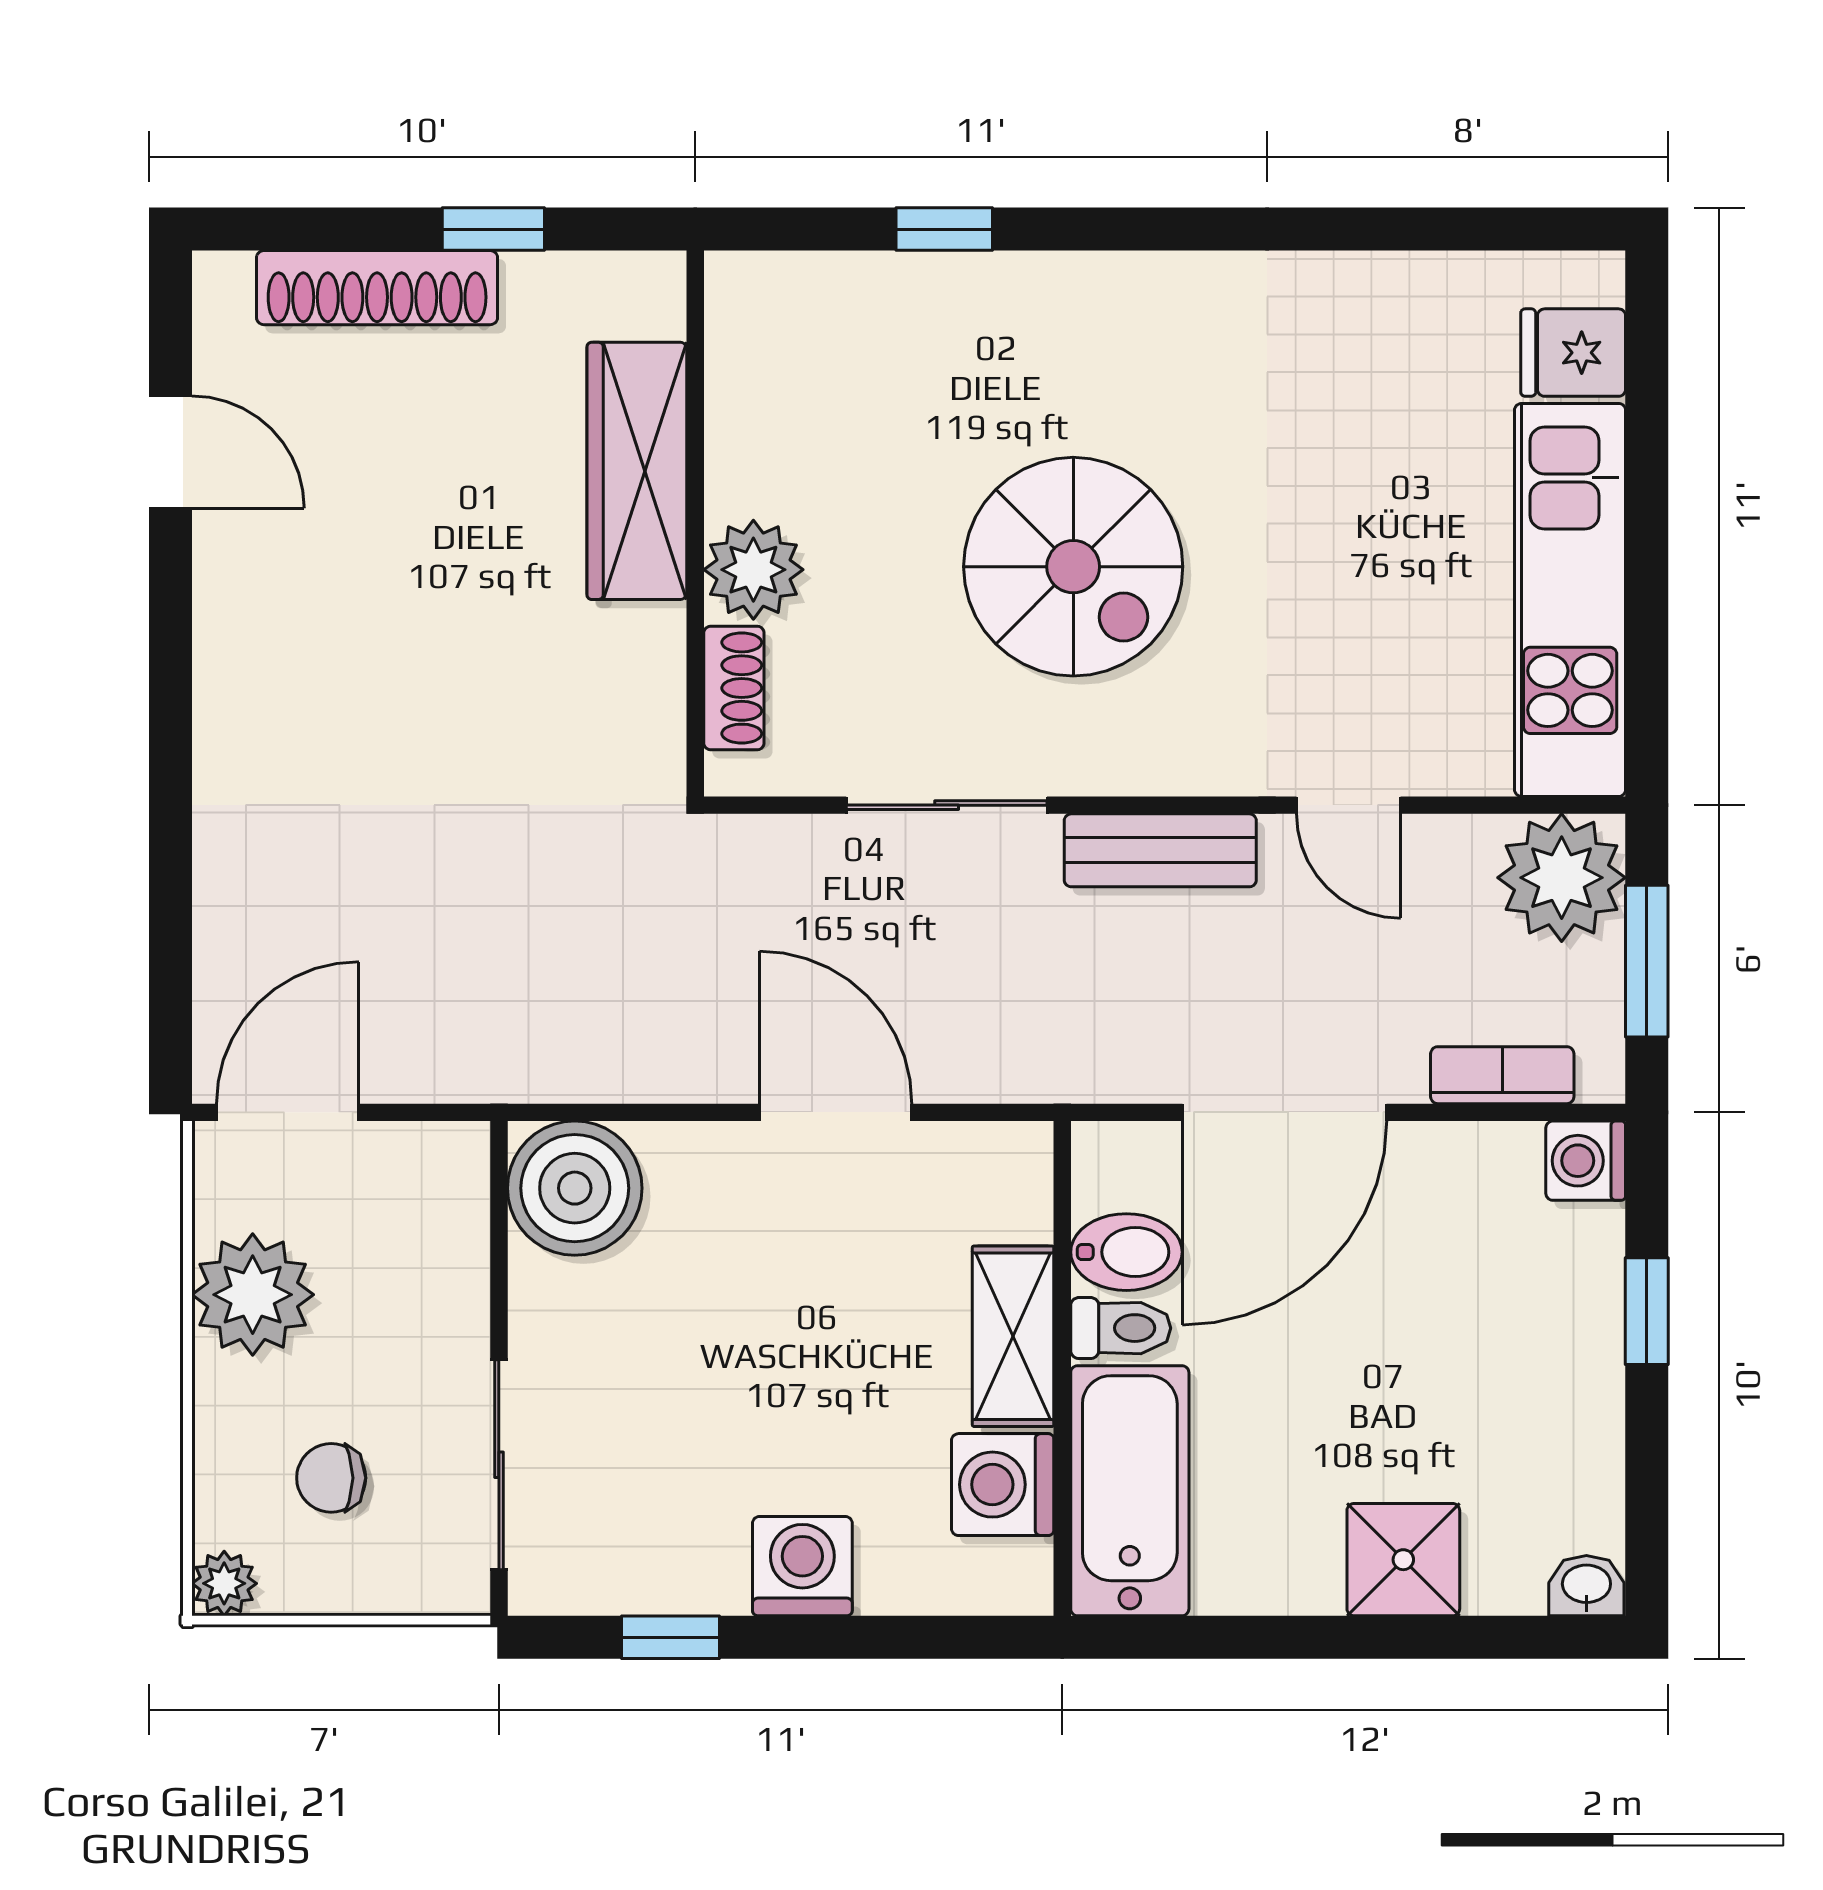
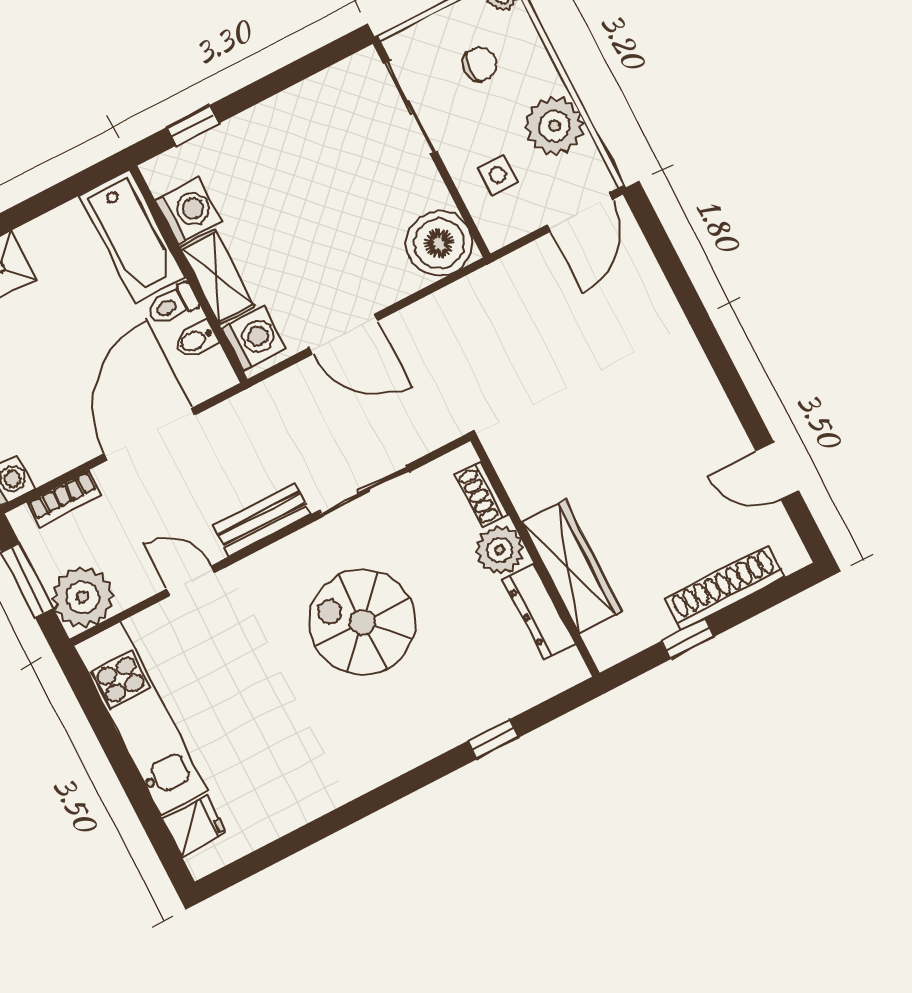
dresser: (740, 420) -> (539, 611), added
bidet: (1126, 1252) -> (196, 340), width x0.72, depth x0.74
side table: (403, 1258) -> (498, 175), added
washing machine: (802, 1566) -> (254, 338), moved, turned -90
window: (671, 1637) -> (193, 125), moved

